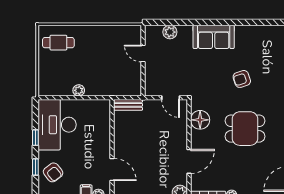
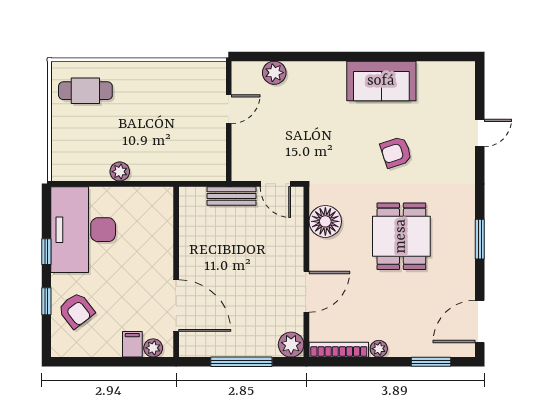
sofa: (214, 37) -> (381, 81), moved
door: (143, 53) -> (229, 109), swing flipped
bench: (128, 105) -> (231, 196), moved
dining table: (245, 129) -> (401, 236), turned 90
door: (112, 170) -> (176, 306), width x1.36

